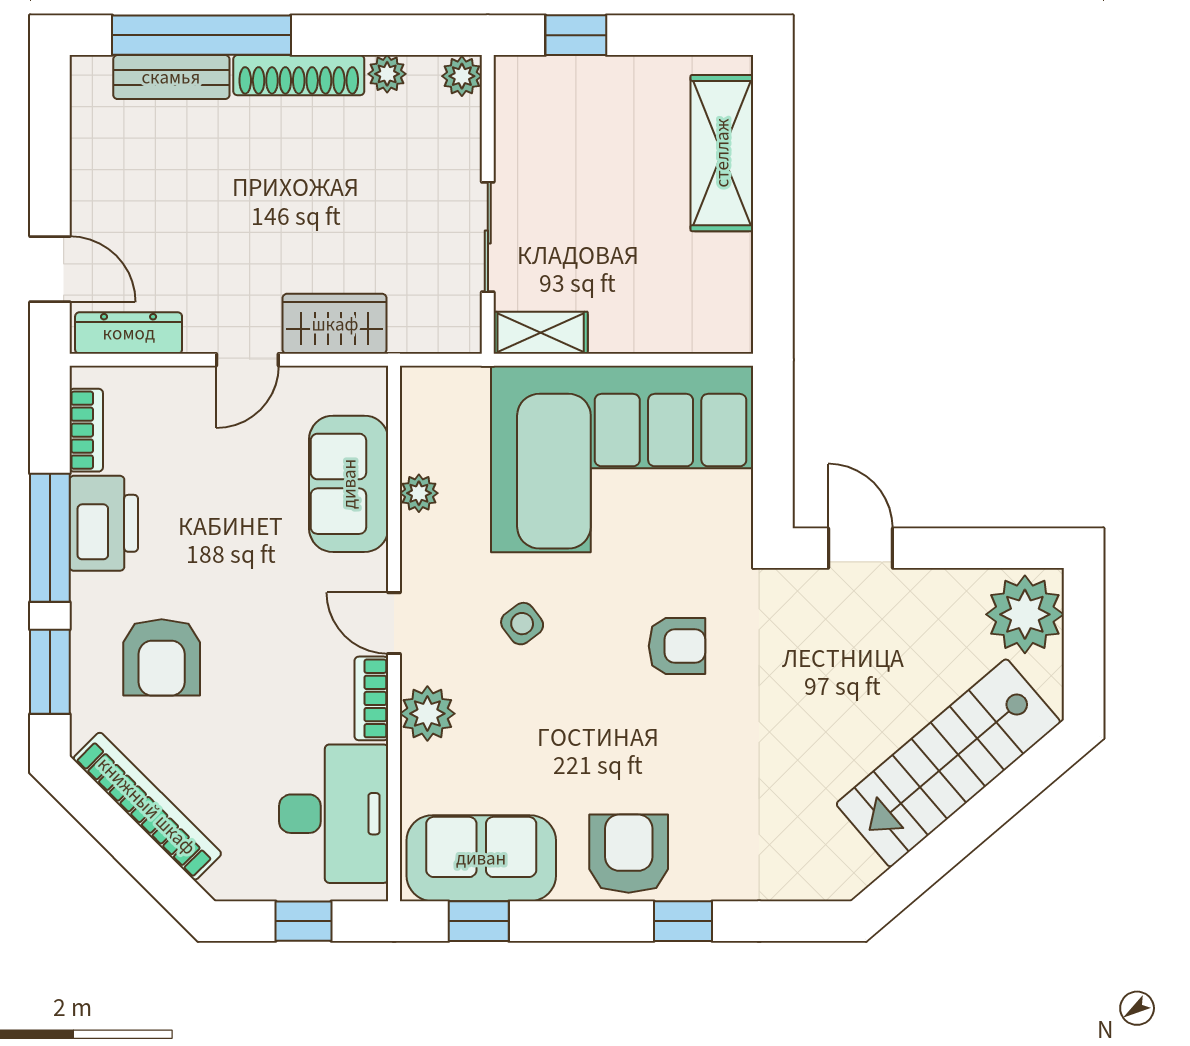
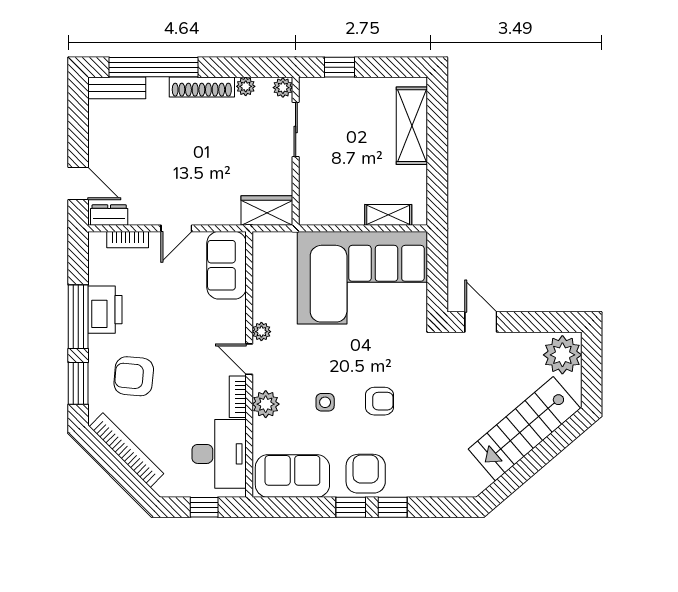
bench: (171, 77) -> (117, 88), moved
sliding door: (488, 237) -> (296, 129), moved
wardrobe: (335, 324) -> (267, 211), moved
dresser: (129, 333) -> (109, 215), width x0.70
shelving: (541, 333) -> (388, 215), moved
bookcase: (86, 430) -> (128, 240), moved, turned 90
sofa: (349, 484) -> (227, 265), moved
plant: (419, 493) -> (261, 332), moved
side table: (522, 624) -> (325, 402), moved, turned 37
armchair: (677, 646) -> (379, 401), moved
armchair: (162, 657) -> (134, 376), turned 95
window: (479, 921) -> (351, 507), moved

